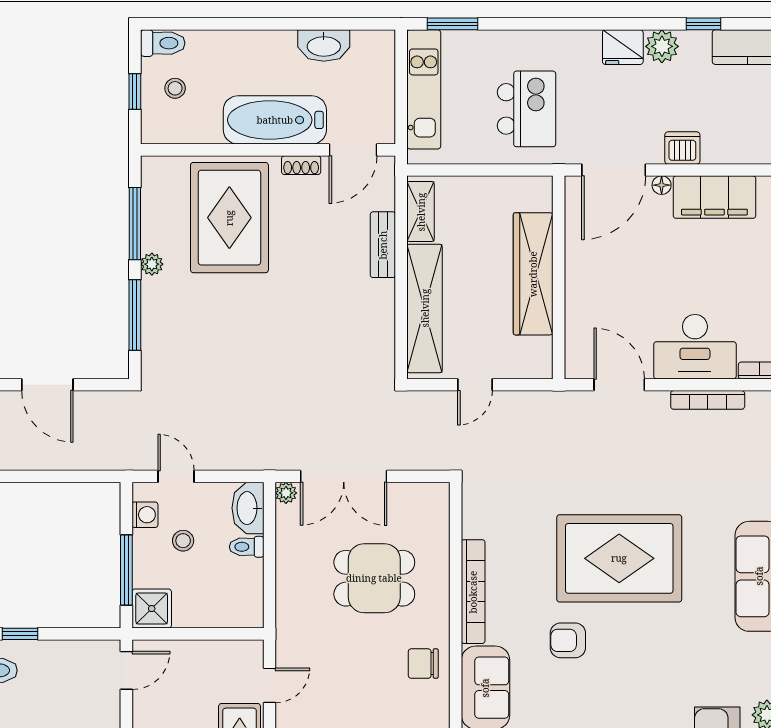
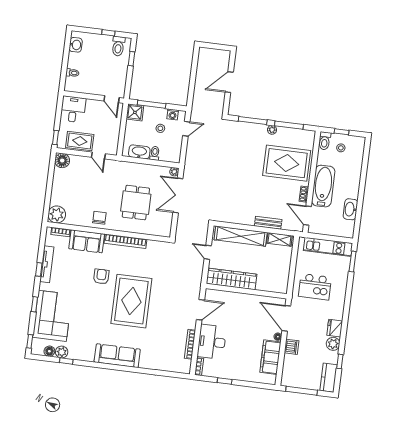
toilet: (163, 43) -> (325, 141), moved
wardrobe: (533, 274) -> (231, 279), moved
washbasin: (248, 508) -> (139, 152), moved

